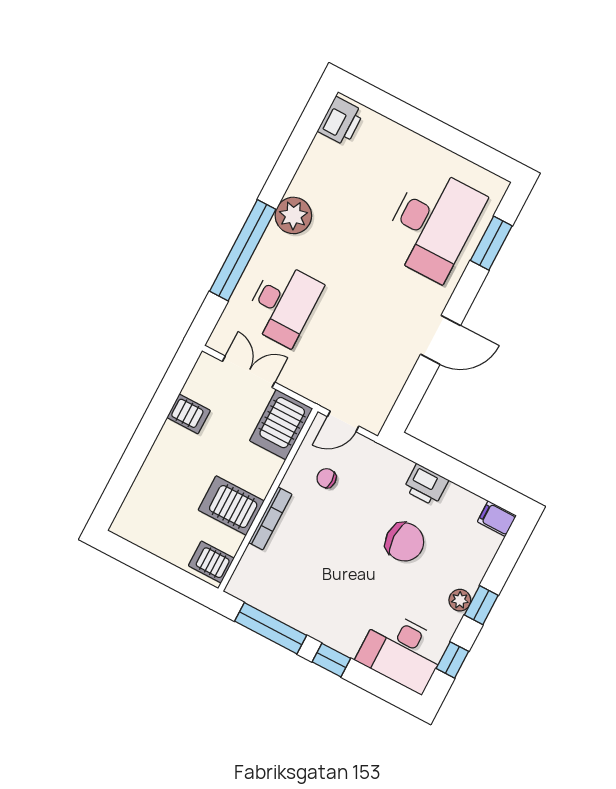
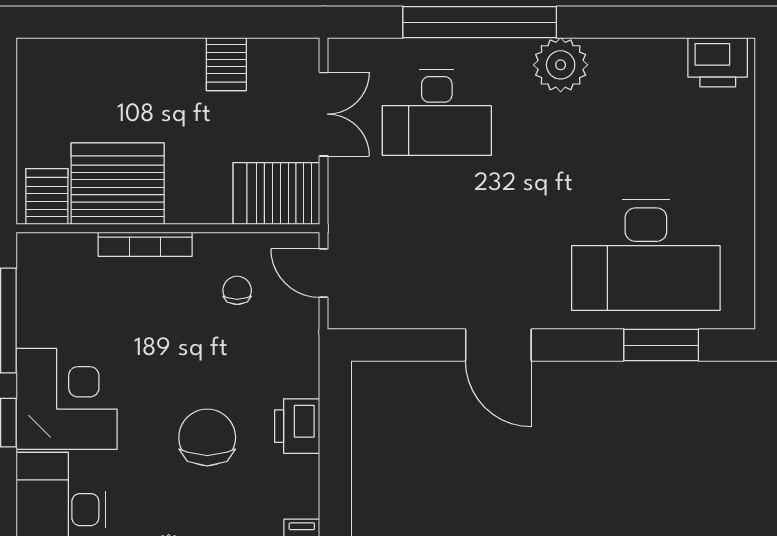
server rack: (231, 506) -> (118, 184), width x1.60
chair: (405, 542) -> (207, 437), turned 180
corner desk: (338, 613) -> (67, 399), added

